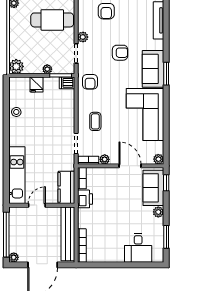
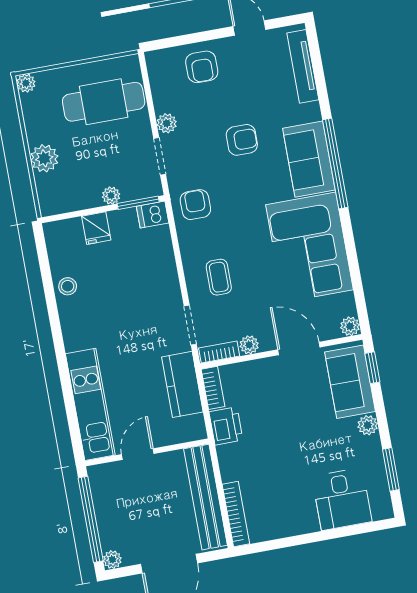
plant: (16, 66) -> (44, 158), moved
window: (166, 74) -> (335, 163), width x2.11
armchair: (90, 82) -> (195, 205), turned 180
kitchen counter: (66, 187) -> (182, 384), moved

